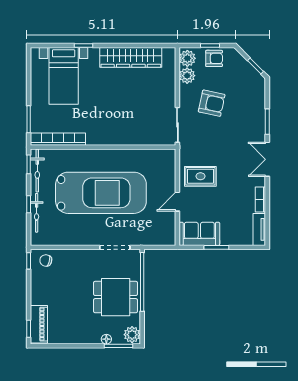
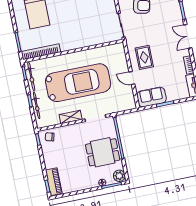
rug: (200, 176) -> (144, 57), turned 90
door: (177, 202) -> (132, 78), hinge flipped
shelving: (81, 239) -> (71, 117), added

